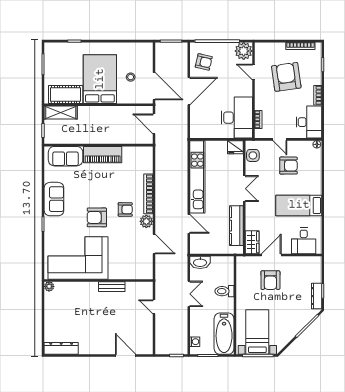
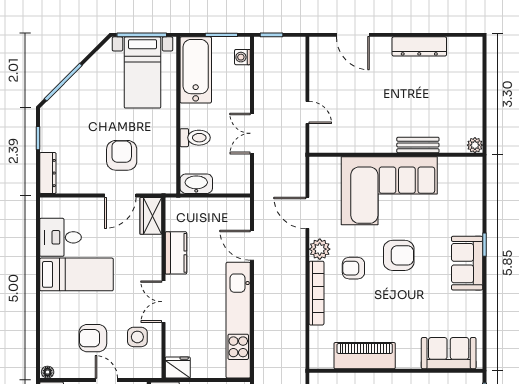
piano: (103, 155) -> (365, 356), moved
side table: (253, 155) -> (137, 337), moved
sofa: (54, 199) -> (467, 263), moved
kitchen counter: (236, 226) -> (176, 253), width x0.67
desk: (304, 241) -> (60, 237), moved, turned -90
corner sofa: (78, 258) -> (389, 191), moved
washbasin: (200, 262) -> (196, 184), moved
bench: (112, 287) -> (418, 145), moved
dresser: (317, 296) -> (48, 173), moved
dresser: (61, 348) -> (419, 46), moved

